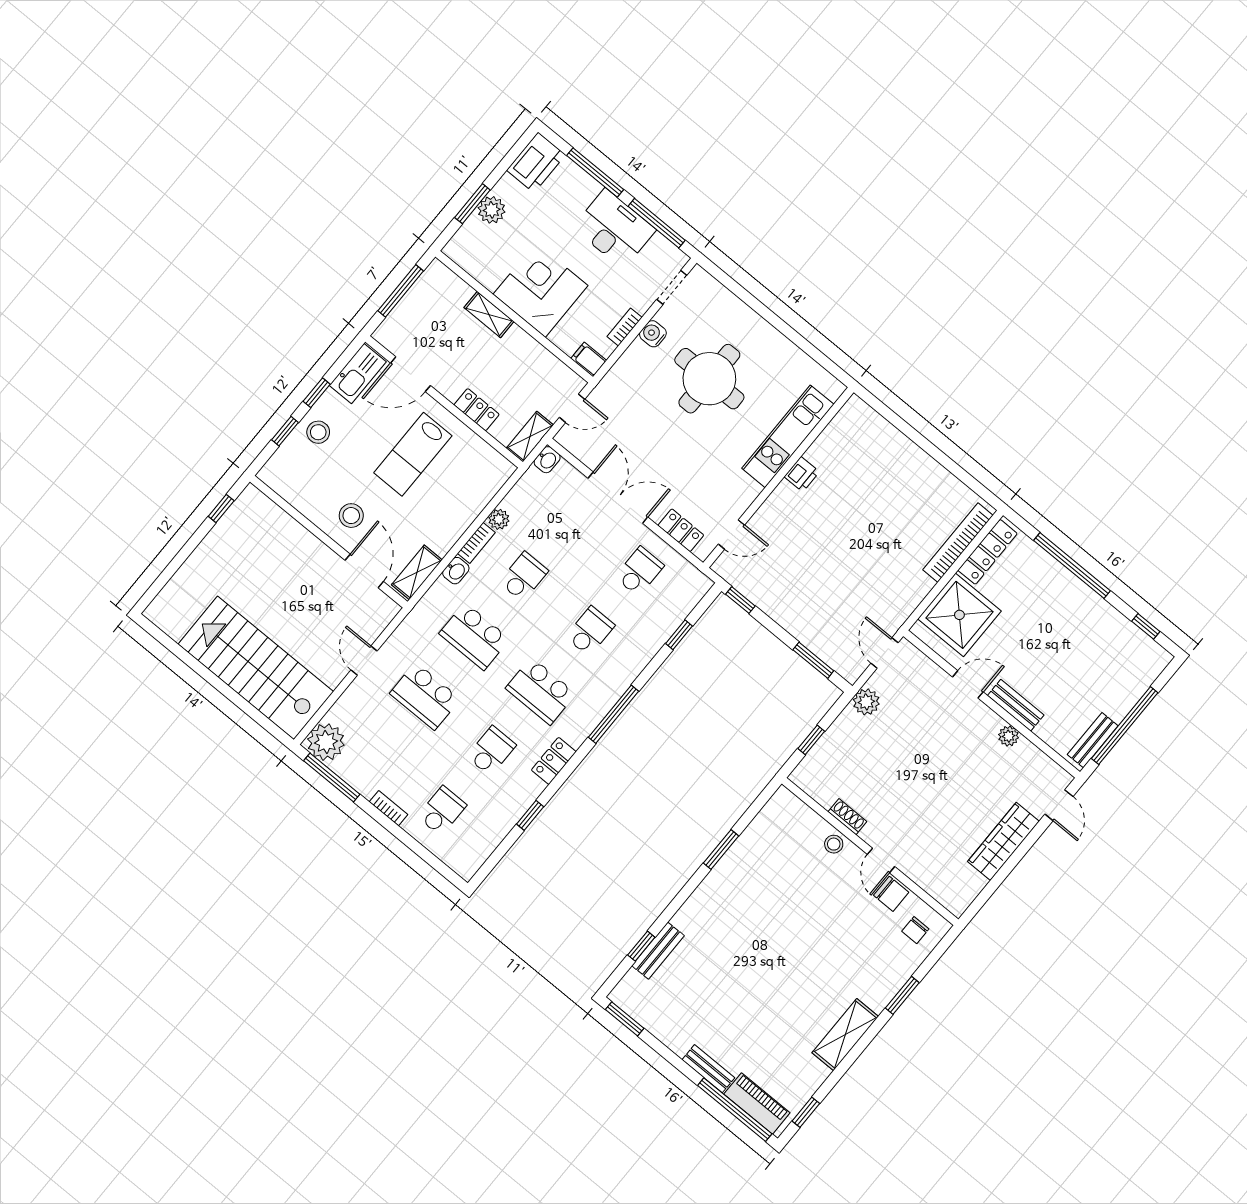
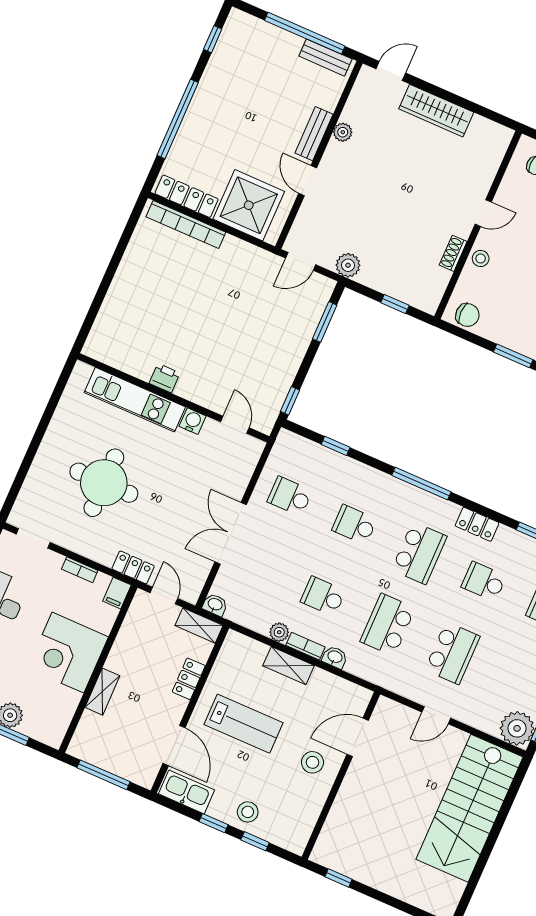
water cooler: (653, 334) -> (193, 421), moved, turned 180
locker: (681, 530) -> (133, 567), moved, turned 90
shelving: (417, 572) -> (289, 666), moved
school desk: (474, 636) -> (388, 625), turned 180
chair: (891, 894) -> (467, 315), moved, turned 90

